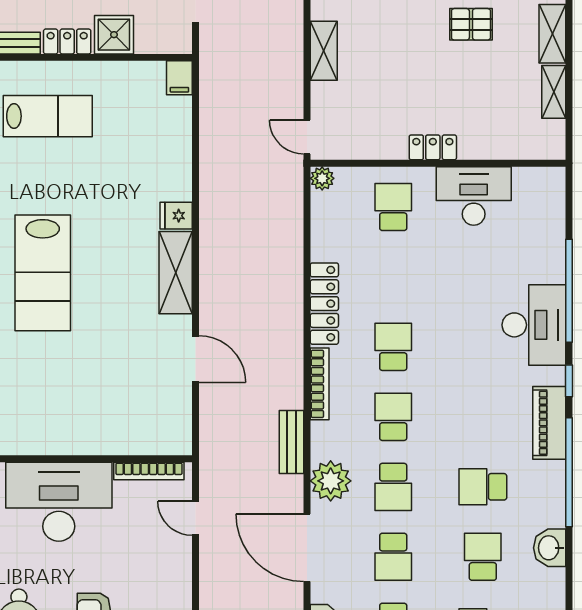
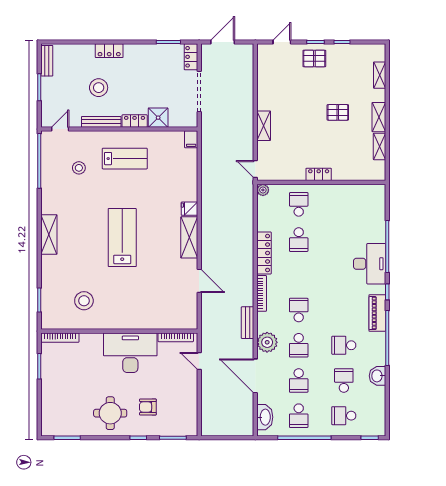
desk: (474, 196) -> (339, 199), removed
lab bench: (43, 273) -> (122, 238), turned 180
school desk: (393, 347) -> (299, 240), moved, turned 180

